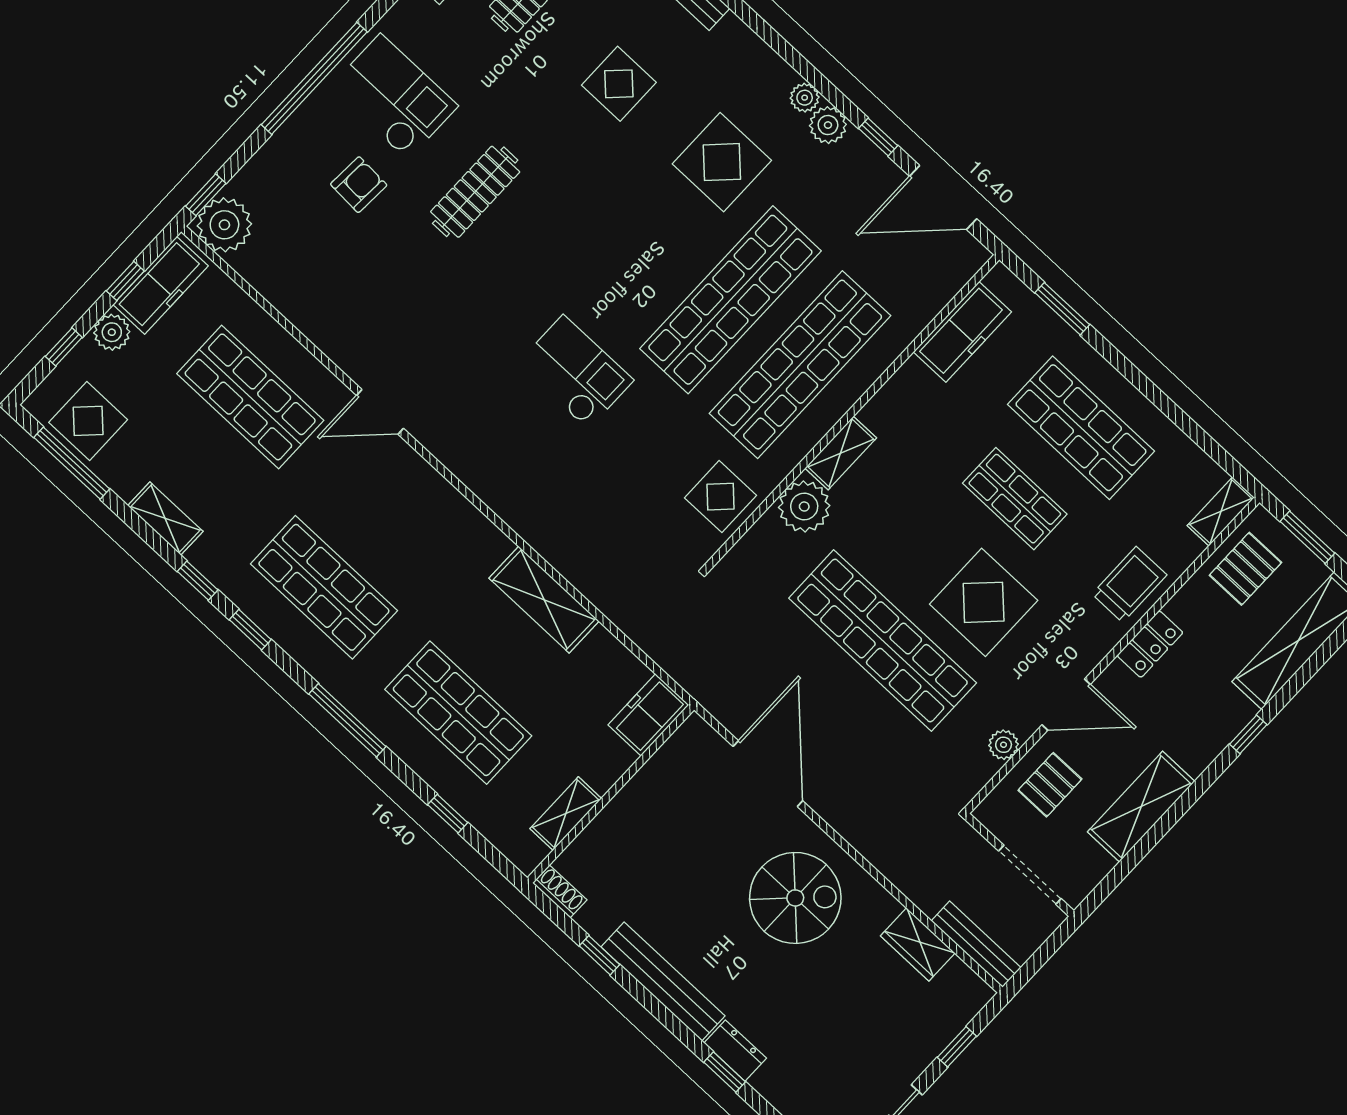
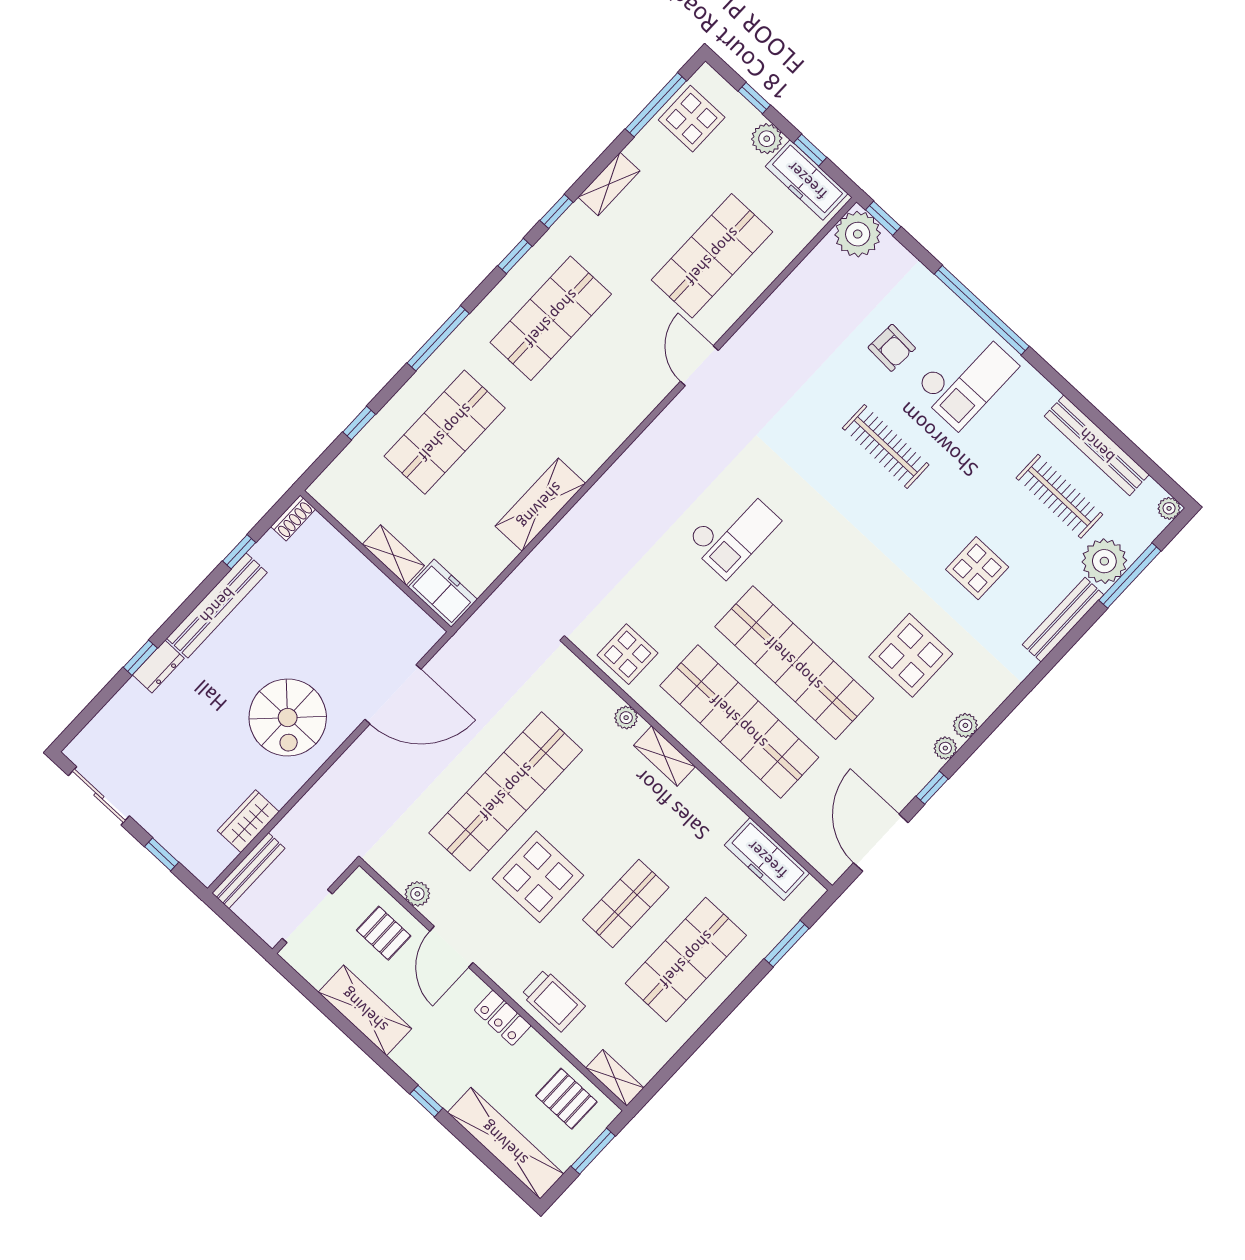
plant: (828, 125) -> (945, 748), width x0.73, depth x0.73
plant: (804, 506) -> (626, 718), width x0.53, depth x0.53
shelving: (566, 814) -> (393, 555), moved

